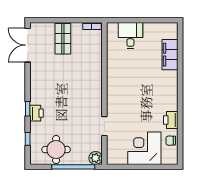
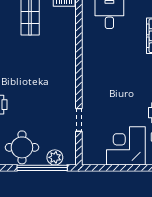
plant: (96, 158) -> (55, 157), moved

